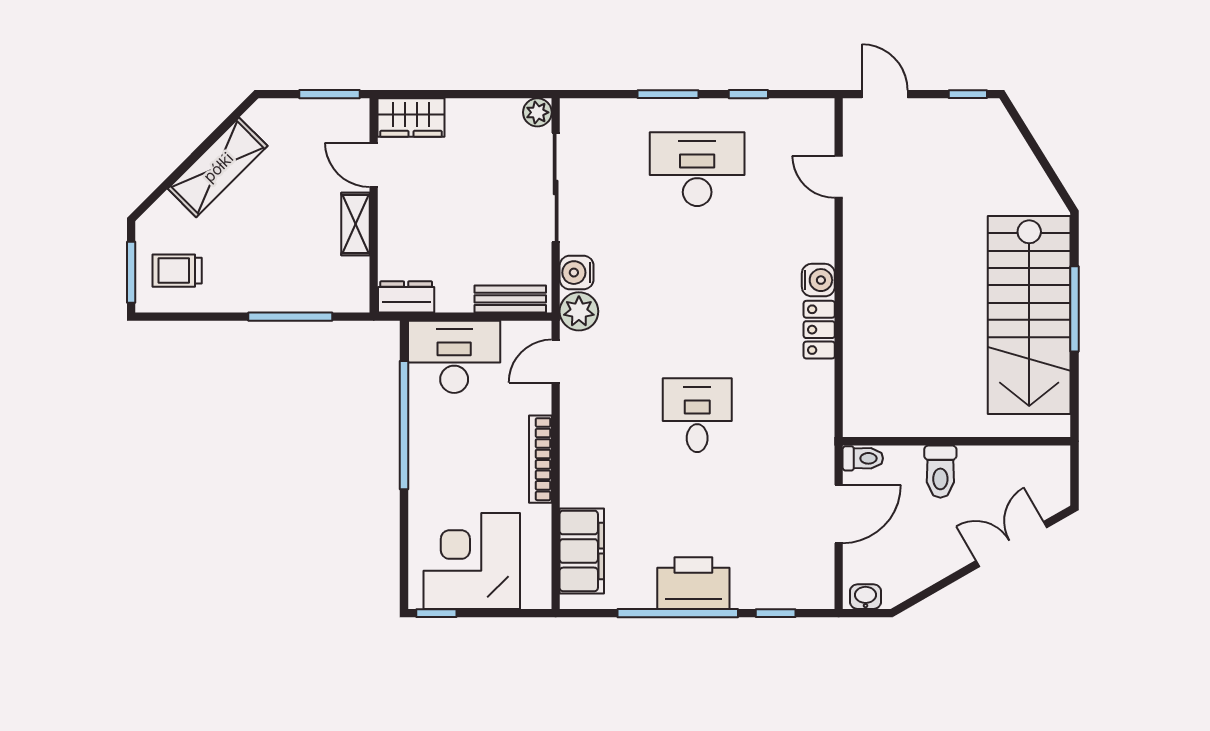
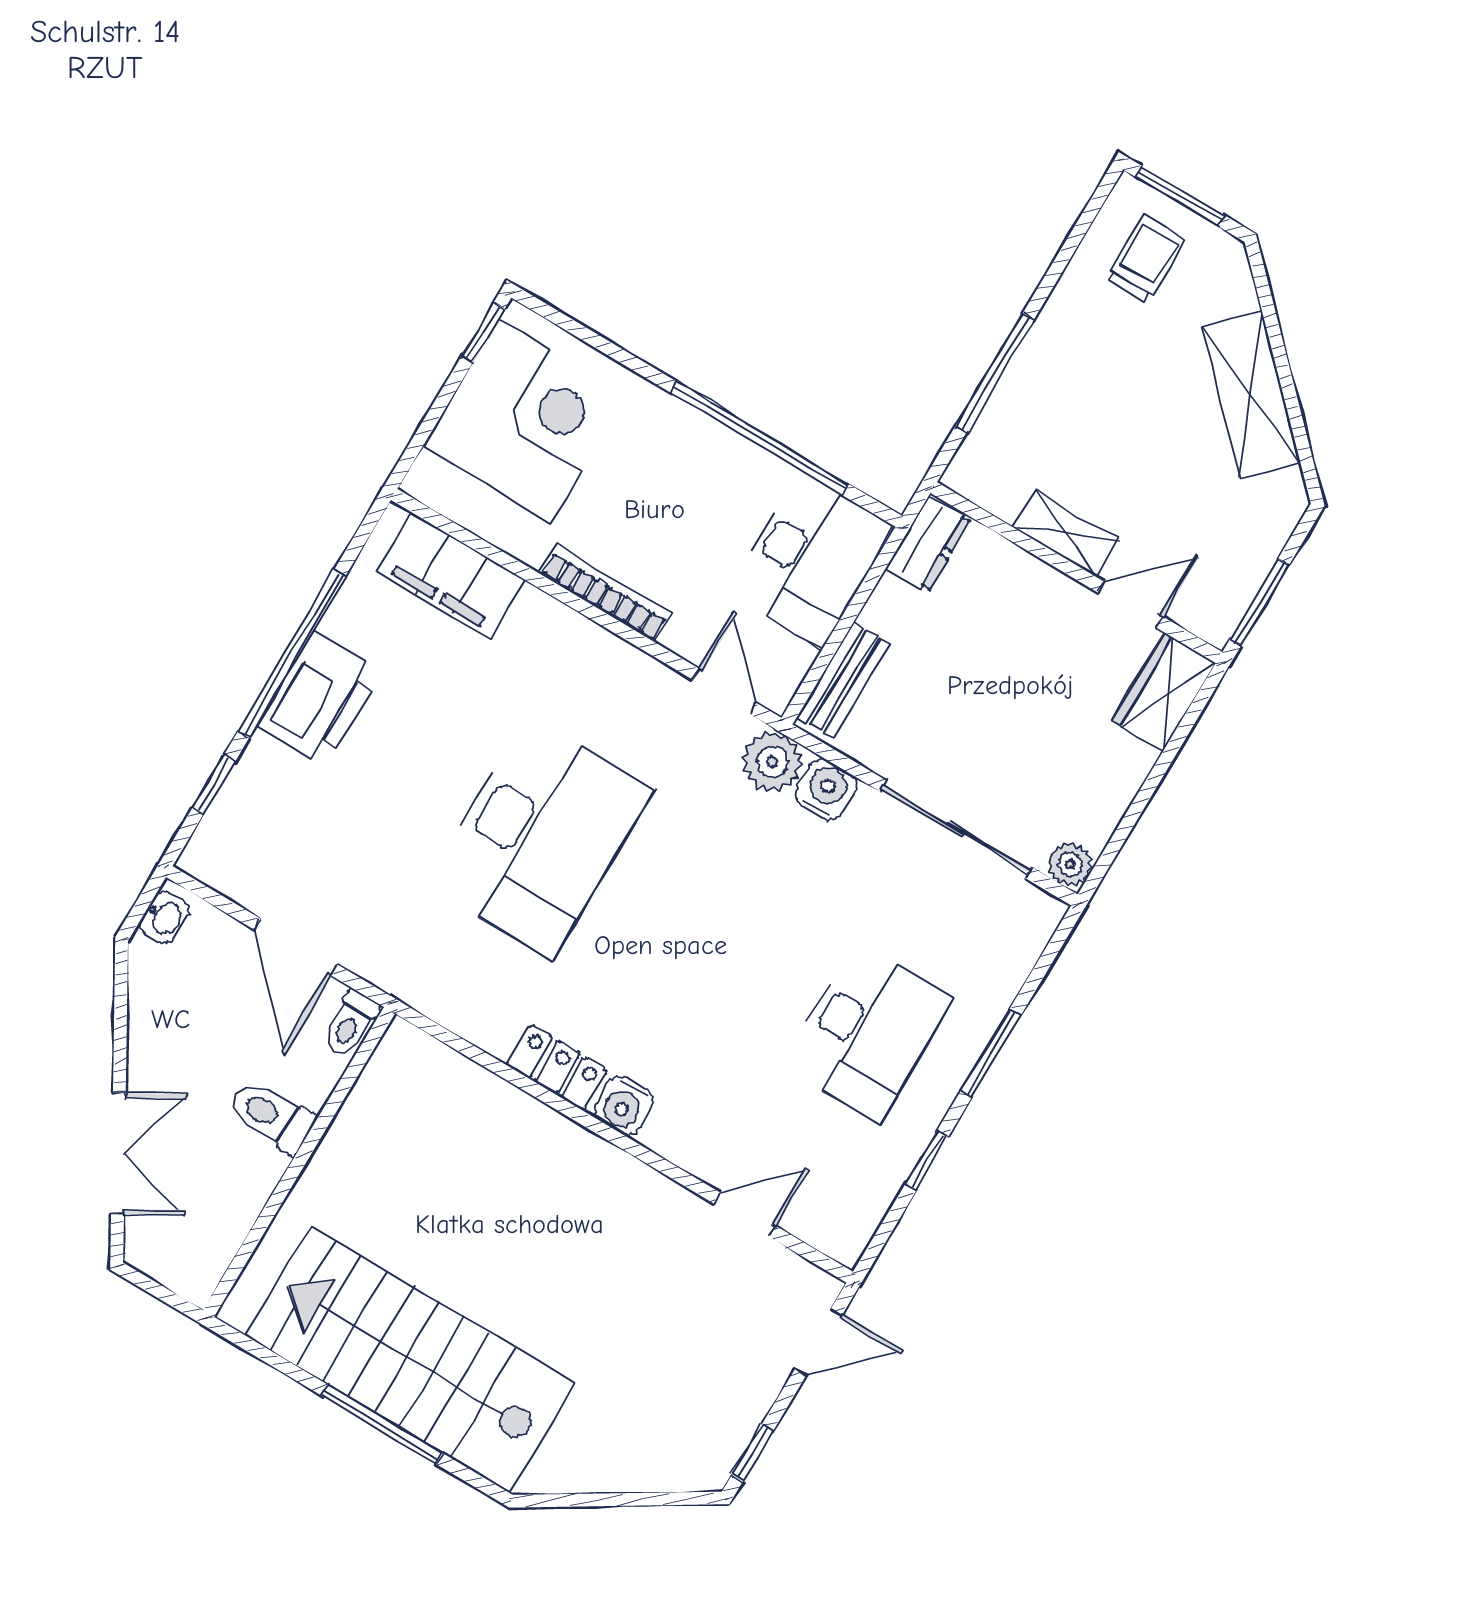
desk: (697, 415) -> (540, 837), width x1.87, depth x1.30

